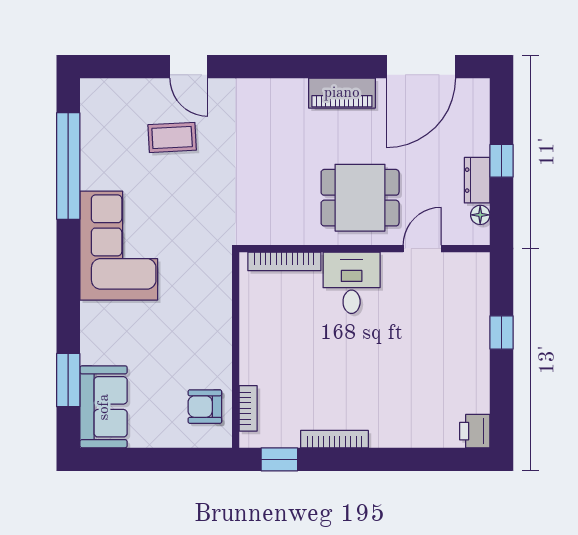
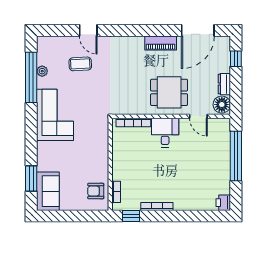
plant: (91, 153) -> (42, 71), added
window: (501, 161) -> (236, 59), moved
floor lamp: (480, 215) -> (222, 105), width x1.89, depth x1.89
door: (422, 249) -> (198, 116), swing flipped
window: (501, 332) -> (236, 156), width x3.17

